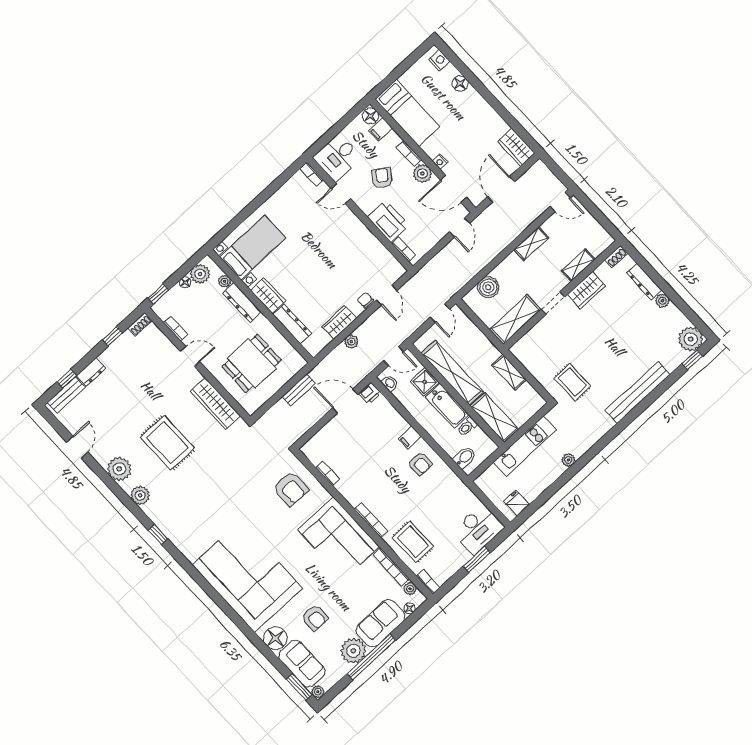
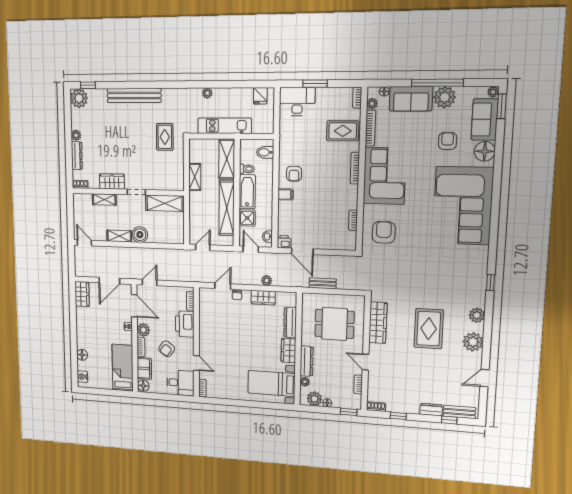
filing cabinet: (380, 129) -> (144, 368), width x2.00
boiler: (488, 287) -> (140, 235), moved
armchair: (420, 463) -> (294, 174), turned 180
rug: (413, 542) -> (343, 131), turned 90

